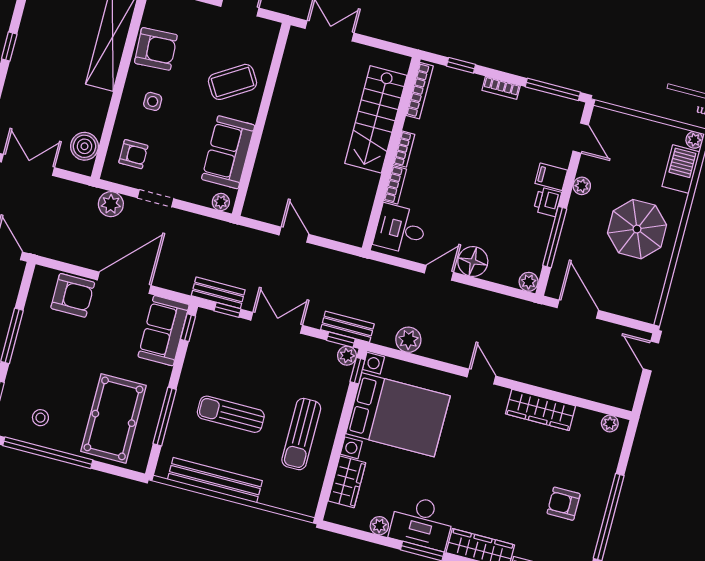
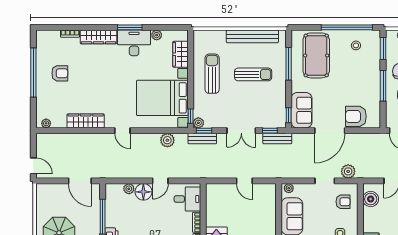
armchair: (133, 154) -> (343, 202), turned 180
plant: (529, 282) -> (129, 189), moved

